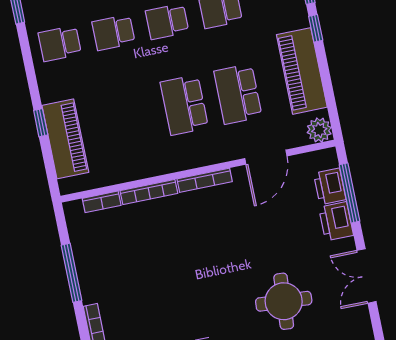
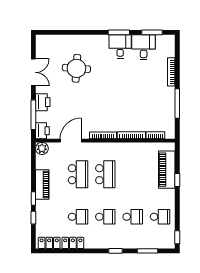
piano: (302, 71) -> (42, 185), width x0.73, depth x0.75
printer: (330, 186) -> (42, 131), moved

